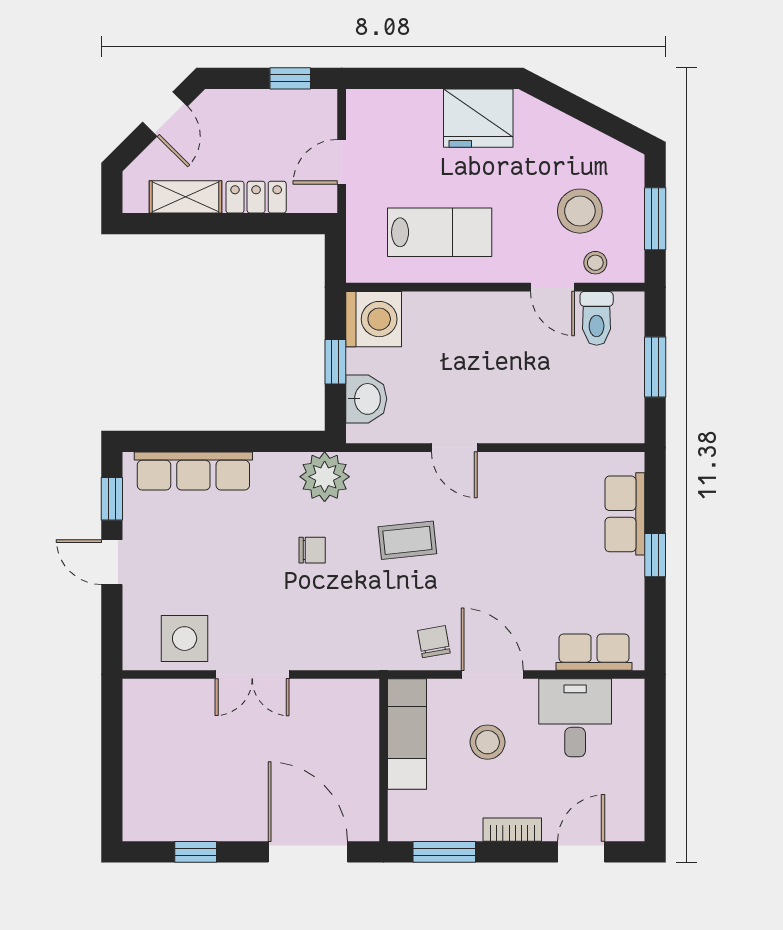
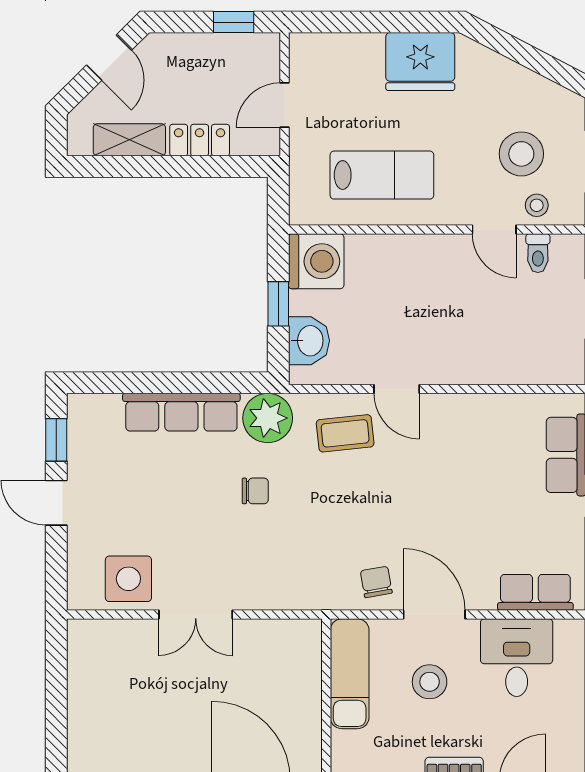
toilet: (597, 318) -> (538, 253), width x0.73, depth x0.72
row of seats: (193, 471) -> (181, 412), moved
coffee table: (407, 540) -> (345, 433), moved

